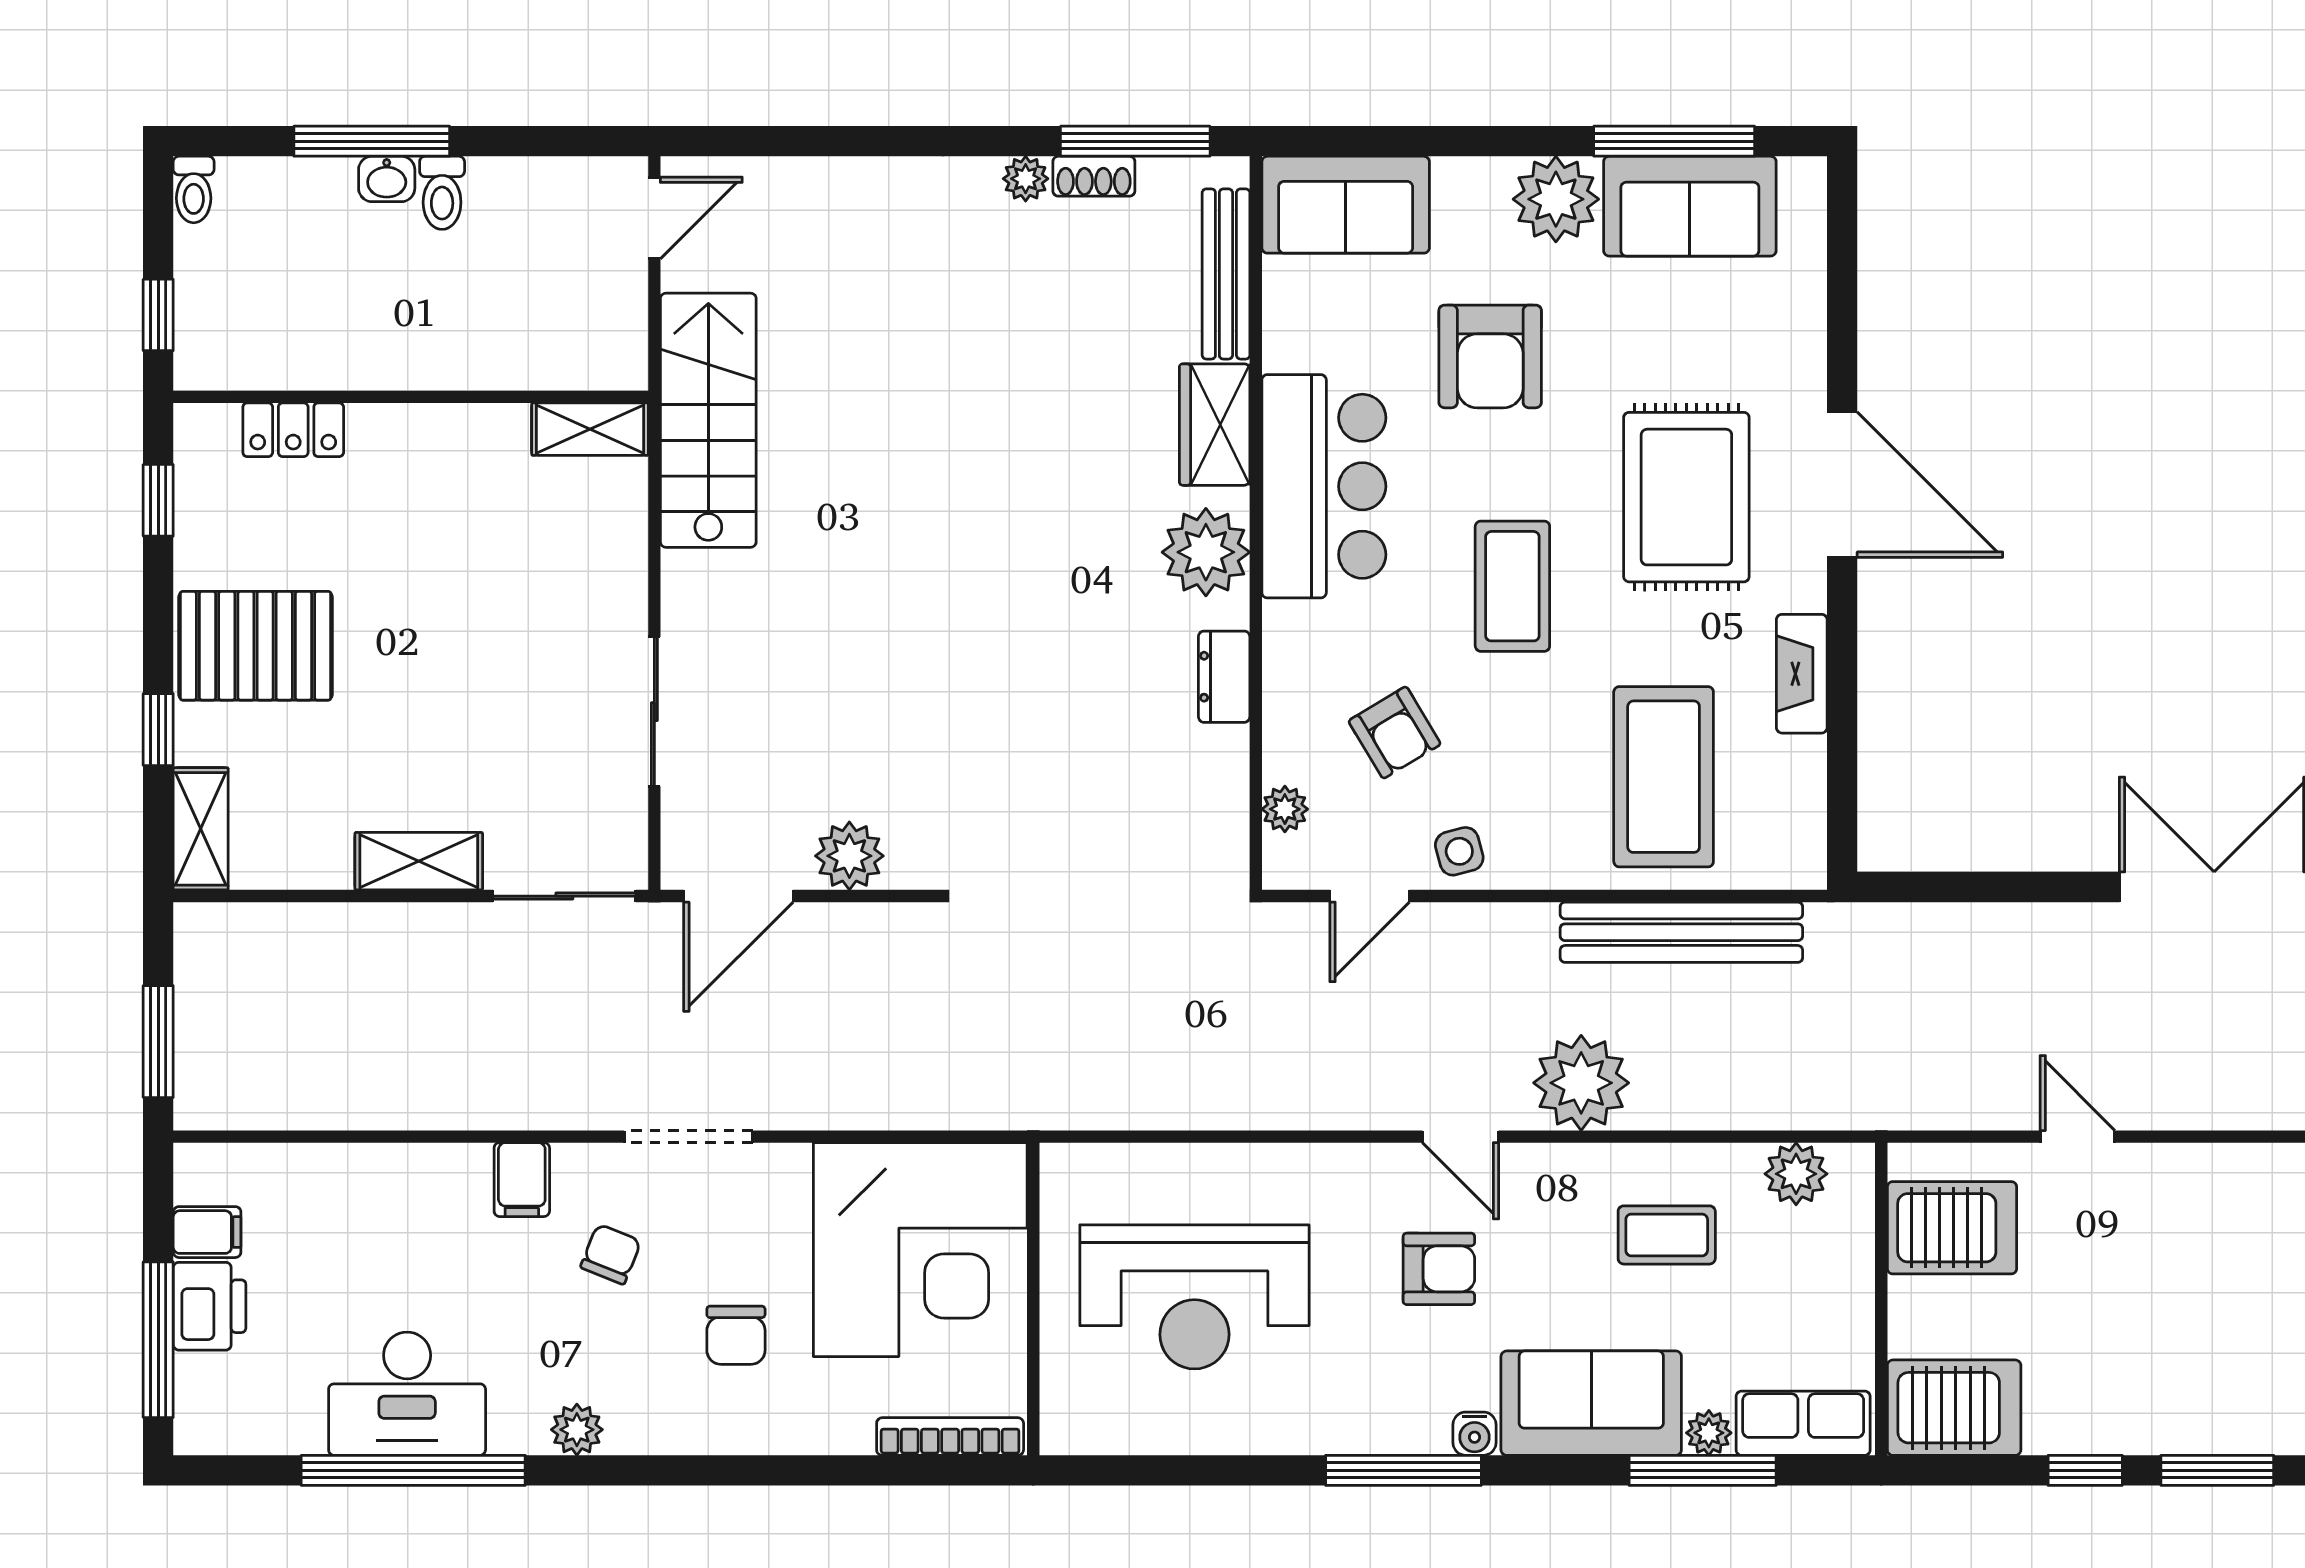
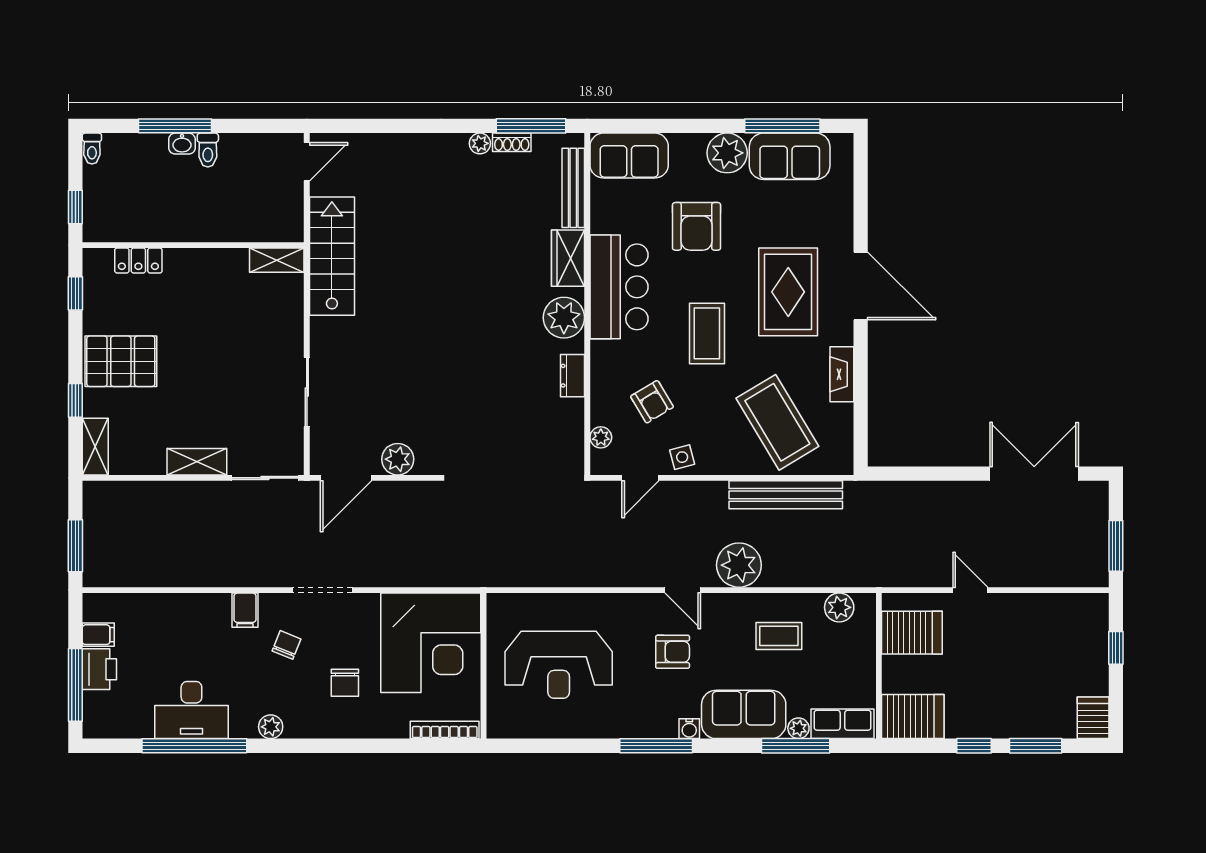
coffee table: (1664, 777) -> (777, 422), turned -31

